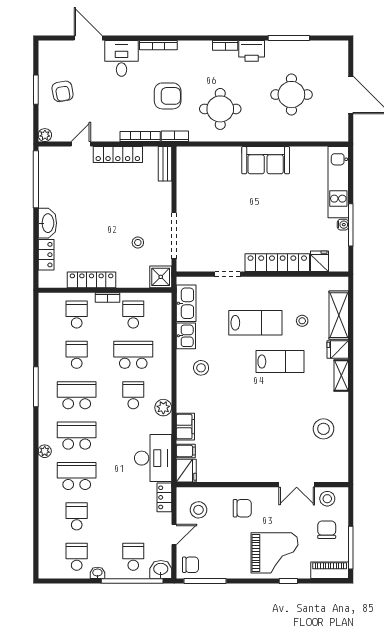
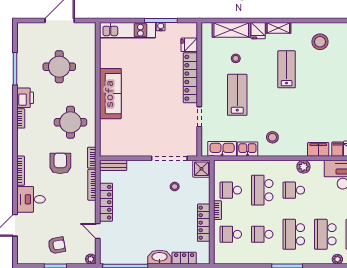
sofa: (266, 160) -> (110, 94), width x1.36
lab bench: (280, 362) -> (287, 69), moved

